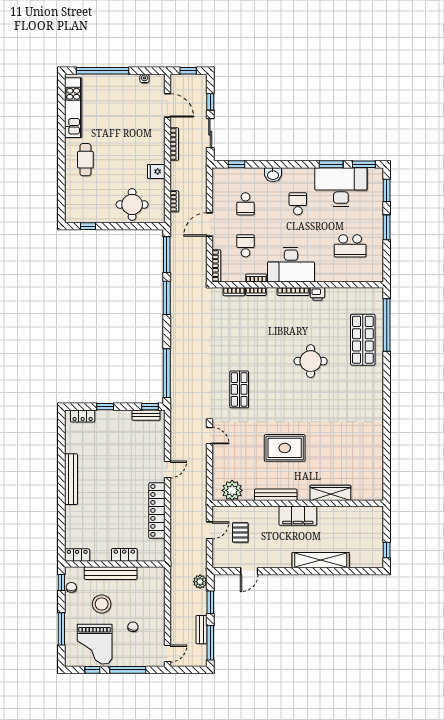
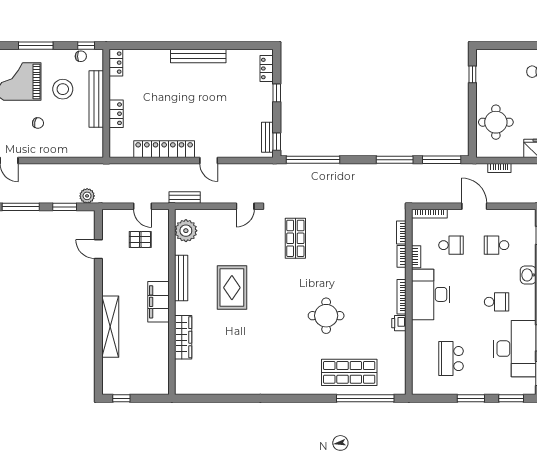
shop shelf: (239, 389) -> (295, 238), turned 90
bench: (201, 630) -> (185, 197), moved

